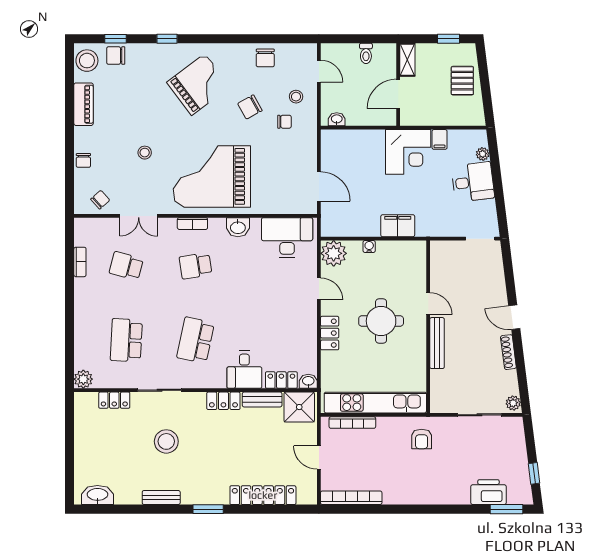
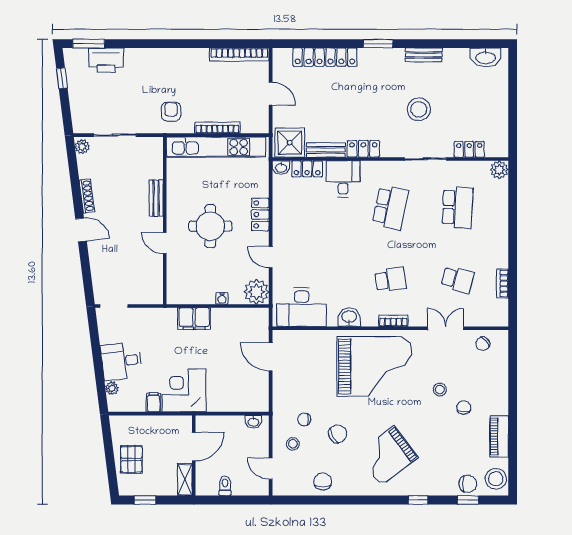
chair: (83, 160) -> (464, 407), moved
bench: (437, 343) -> (156, 198), width x0.73
bookcase: (352, 423) -> (217, 128), moved

